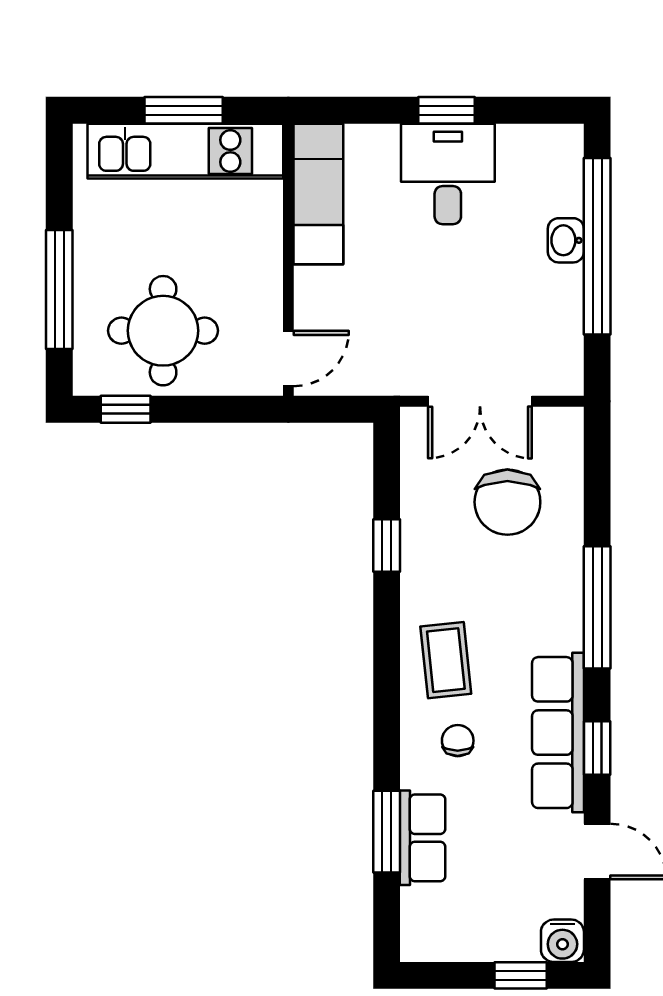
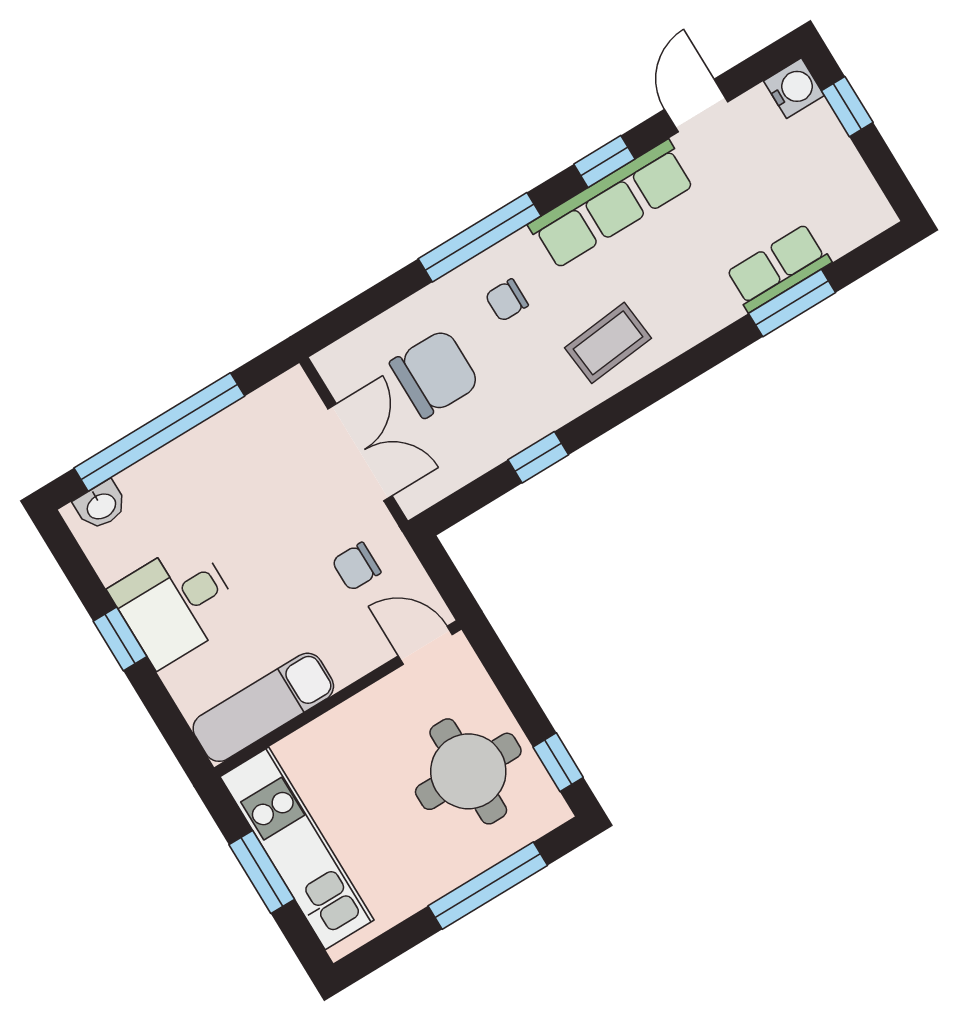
washbasin: (566, 240) -> (101, 505), moved
chair: (388, 341) -> (356, 567), added
chair: (458, 741) -> (507, 300), moved

